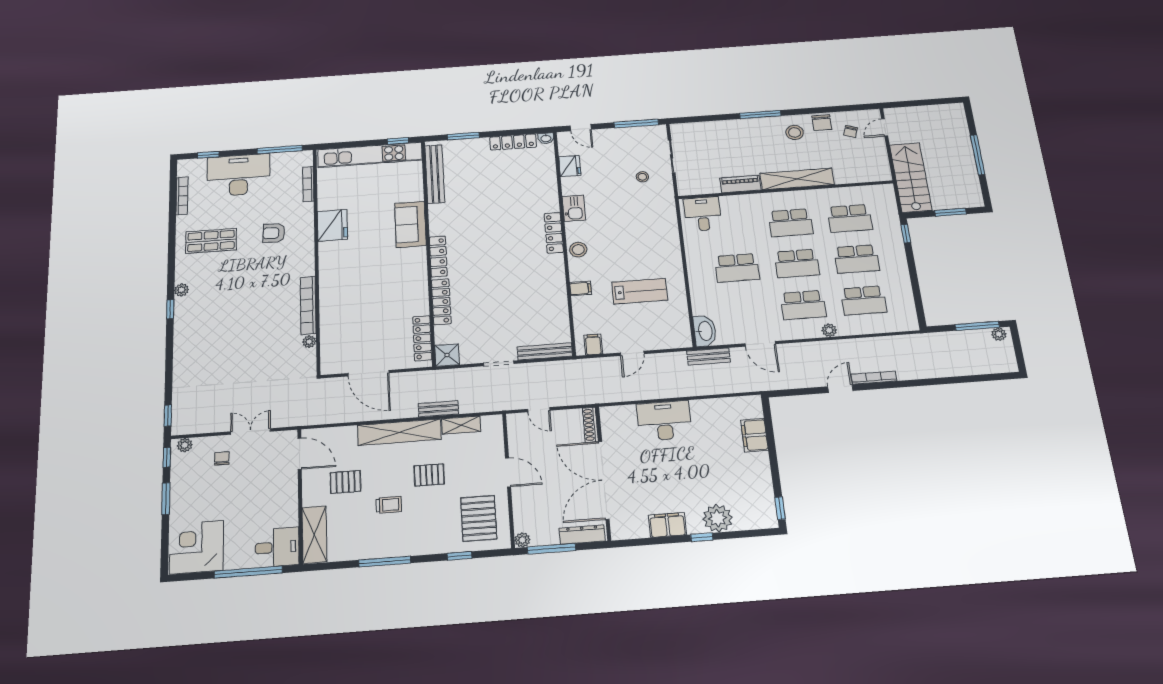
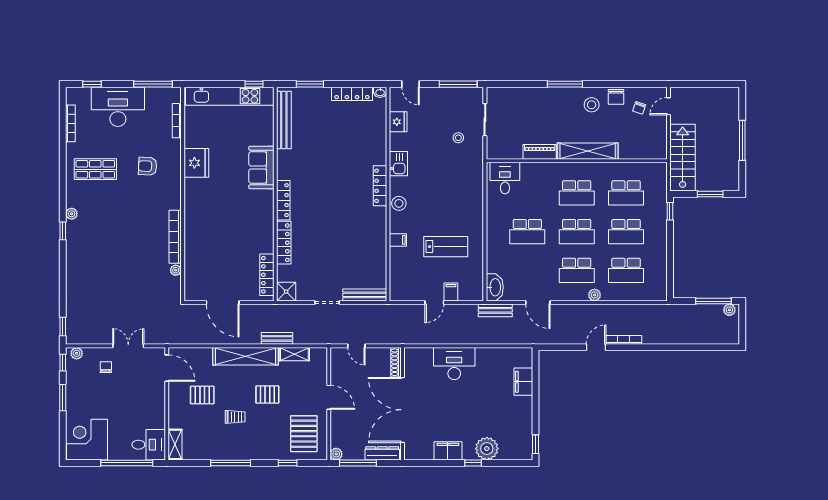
filing cabinet: (593, 345) -> (451, 292), moved
shelving: (314, 535) -> (175, 444), width x0.67, depth x0.75

